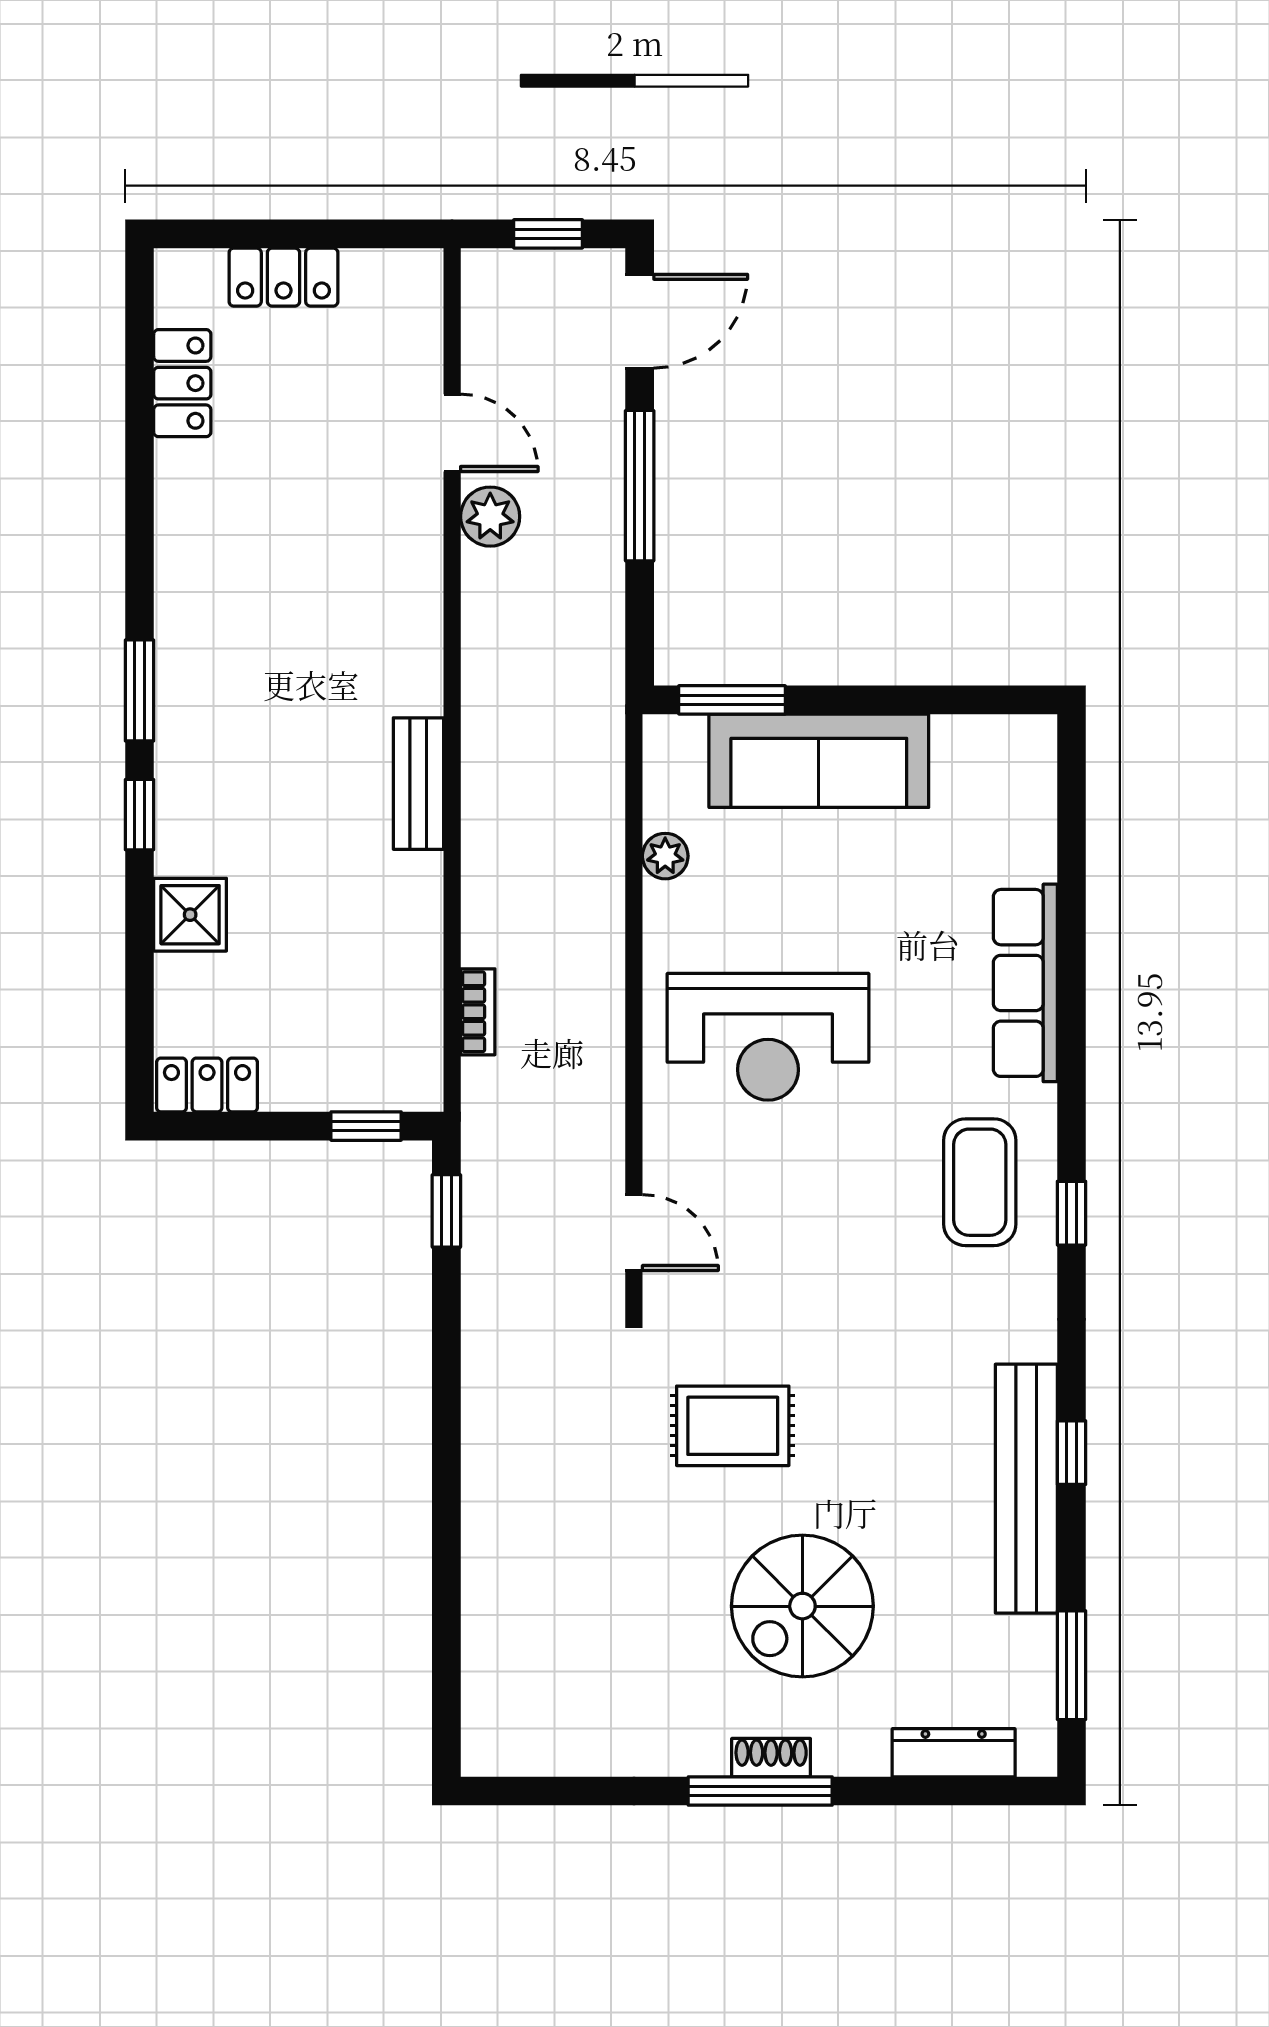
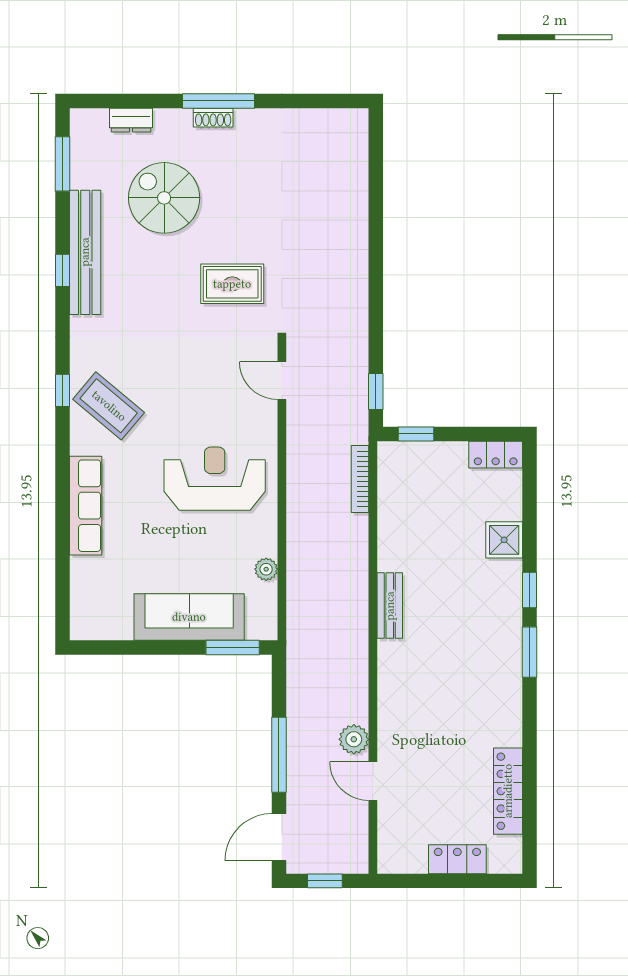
locker: (182, 383) -> (508, 791), width x1.53
bookcase: (478, 1012) -> (360, 479), width x1.56
coffee table: (980, 1182) -> (109, 406), turned -50
spiral stairs: (802, 1606) -> (164, 198), moved, turned -90
dresser: (954, 1753) -> (131, 120), width x0.70

